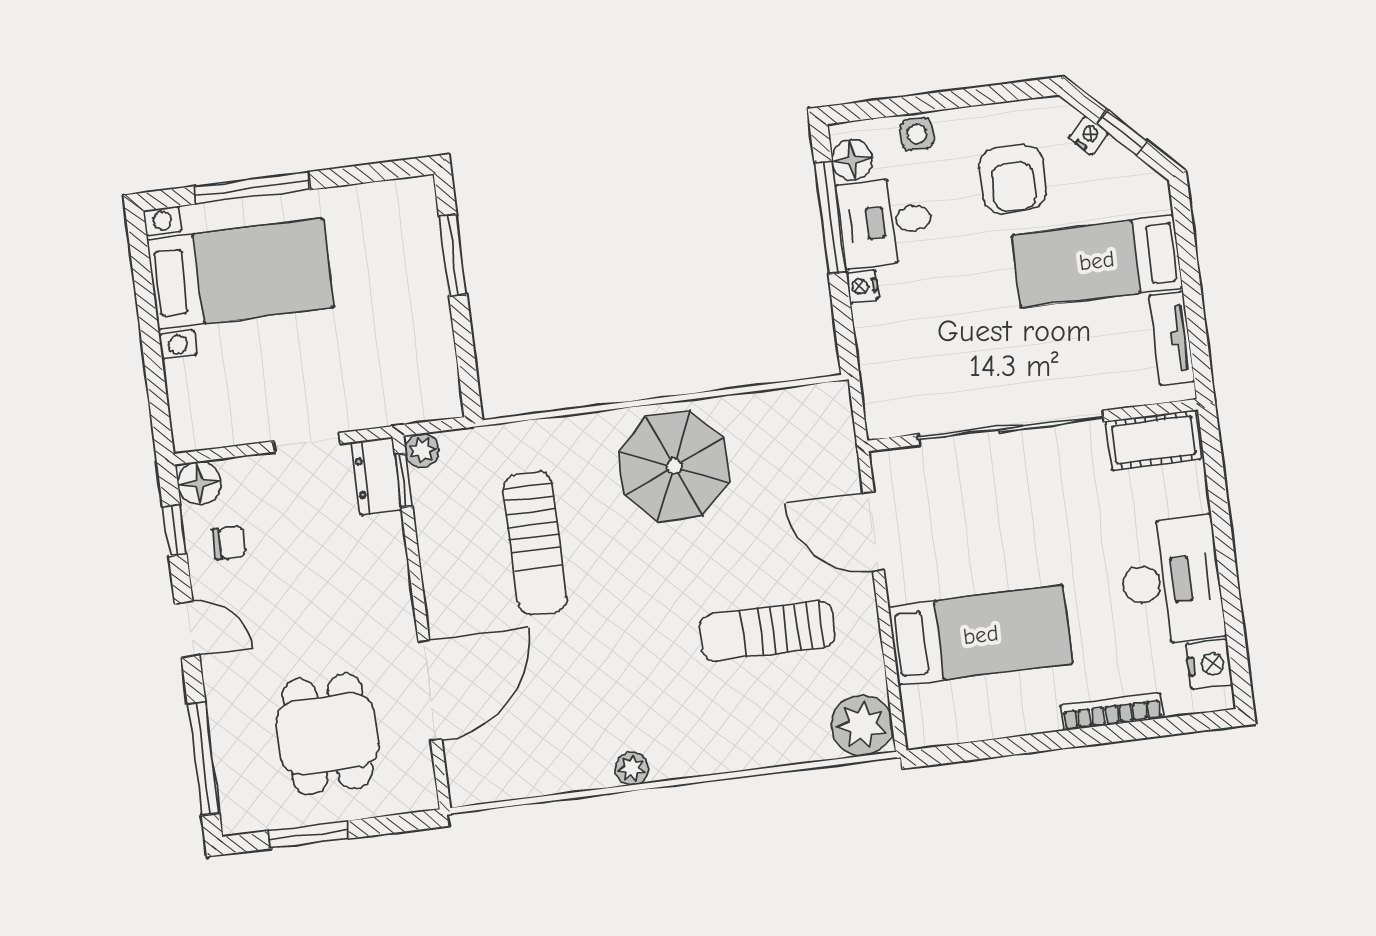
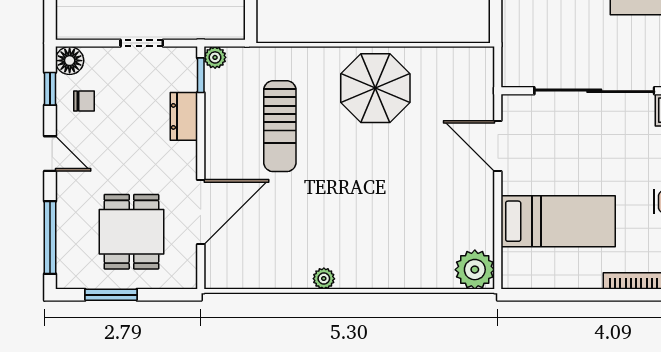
dresser: (377, 476) -> (184, 116), moved
sun lounger: (767, 631) -> (422, 201), removed

